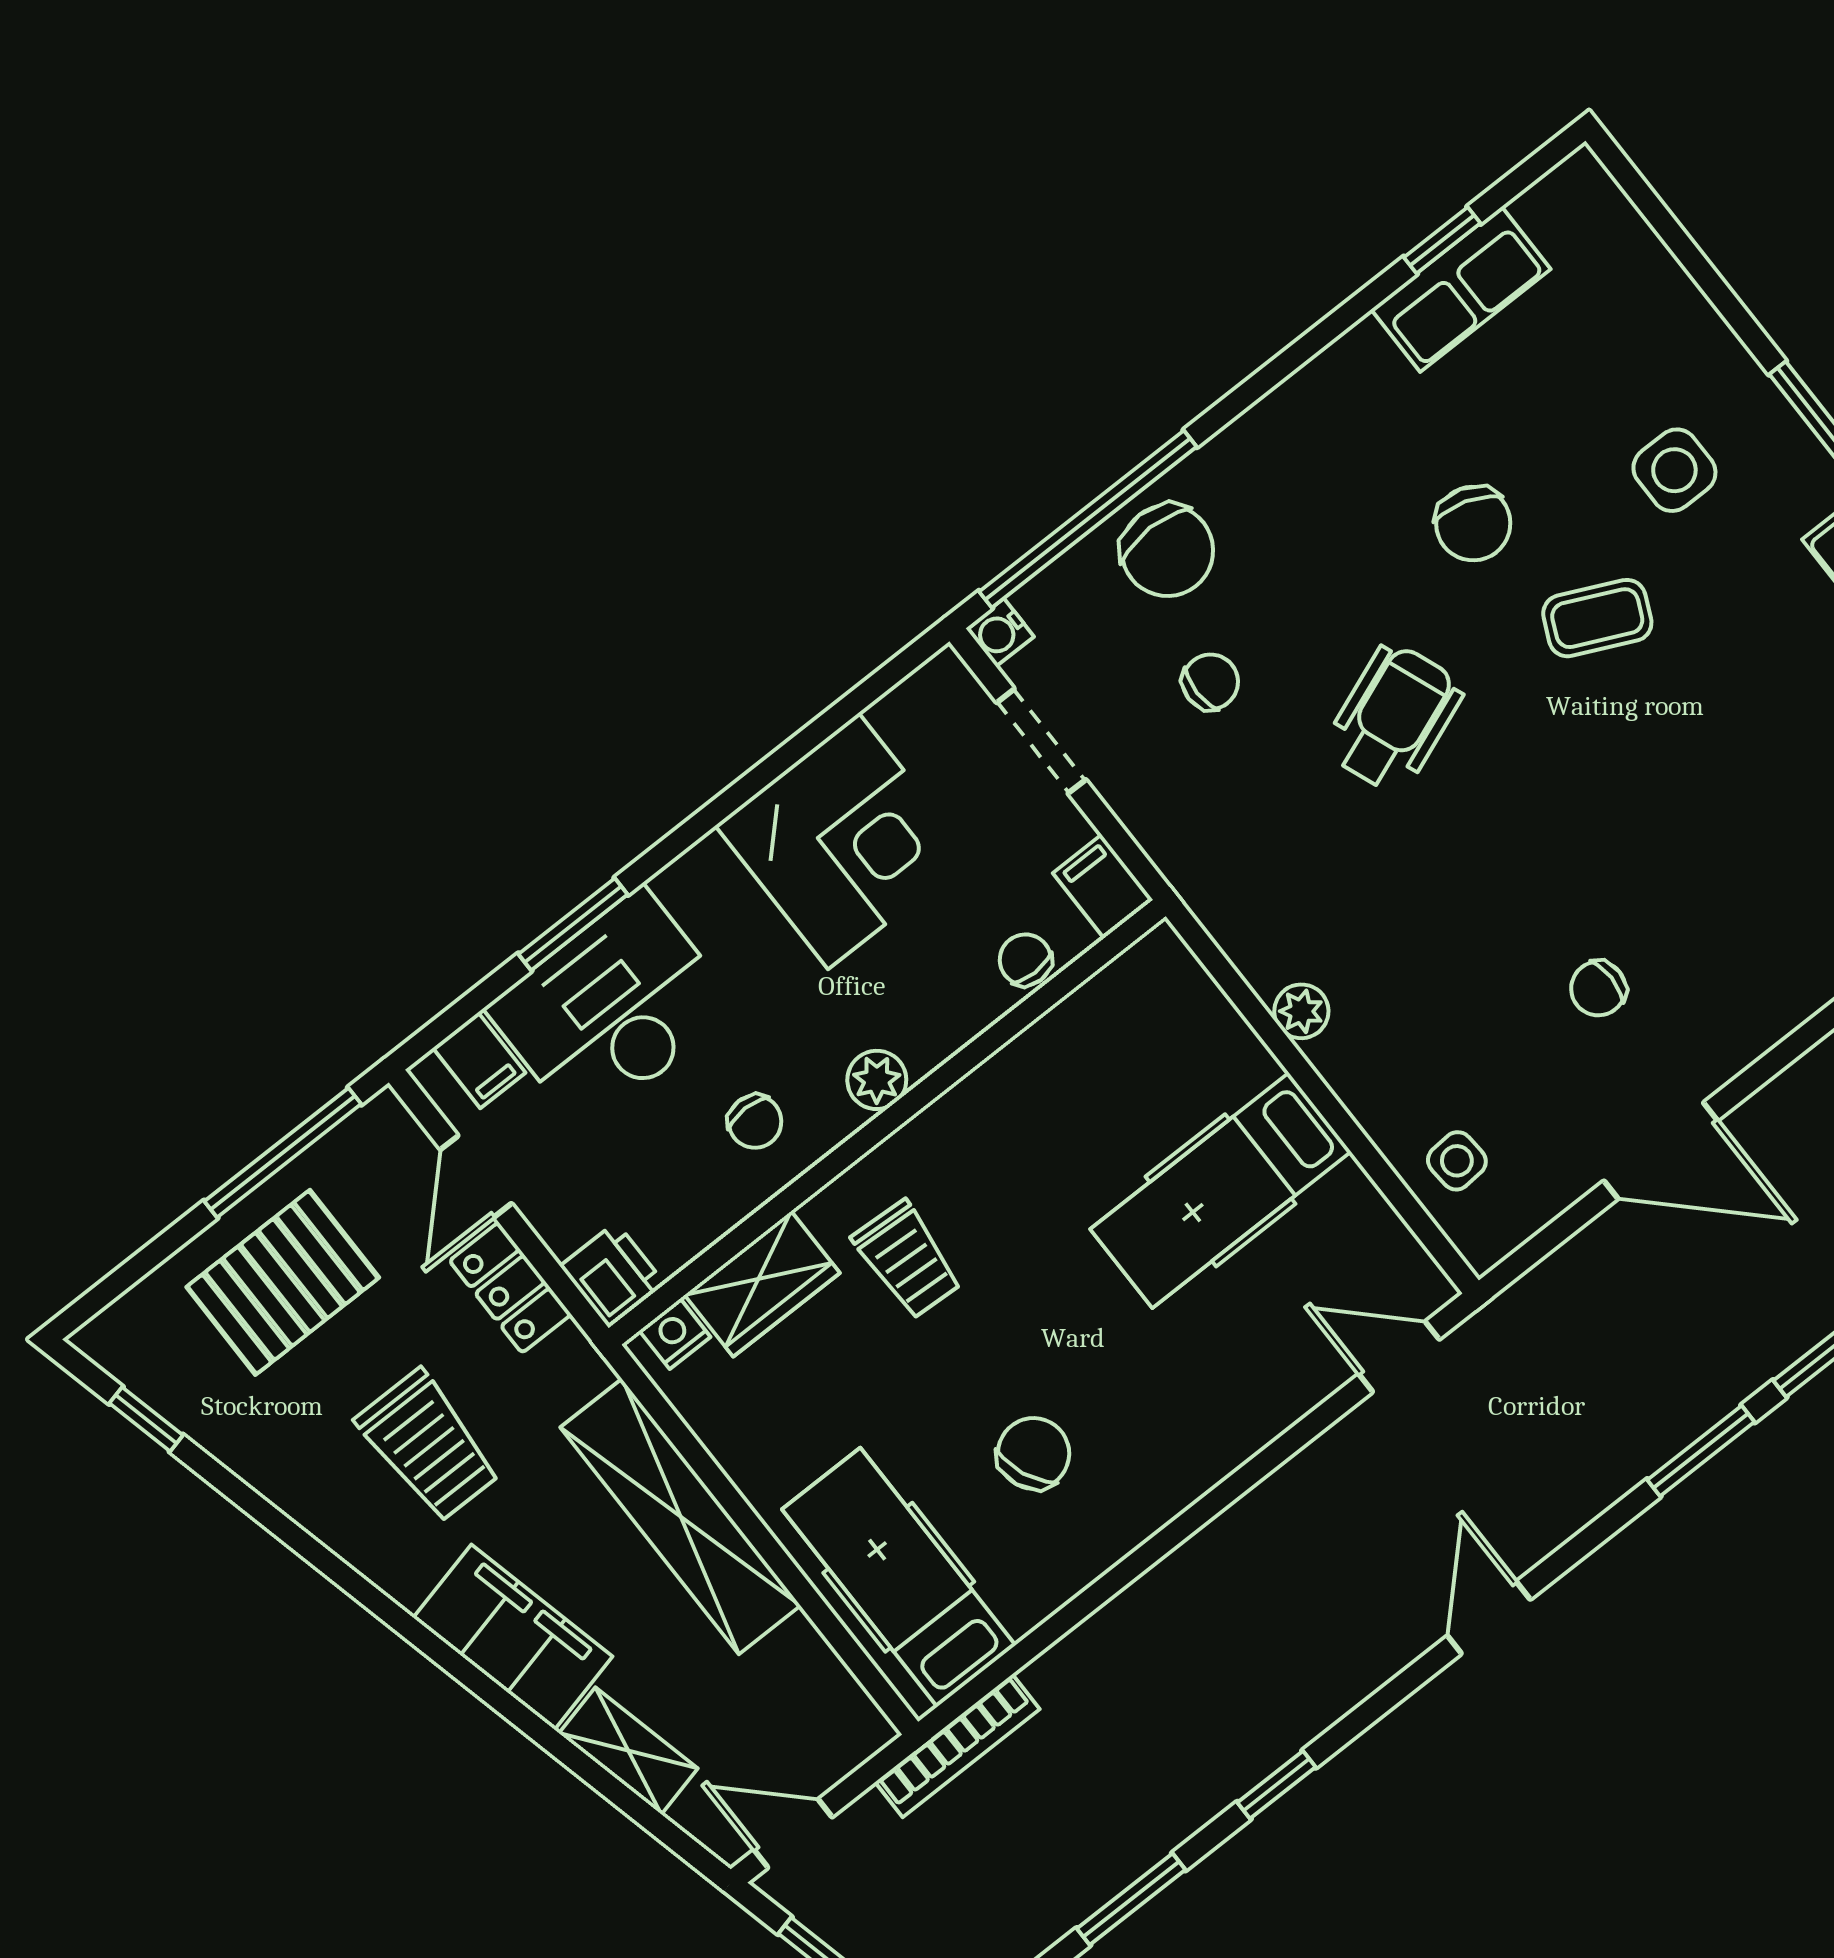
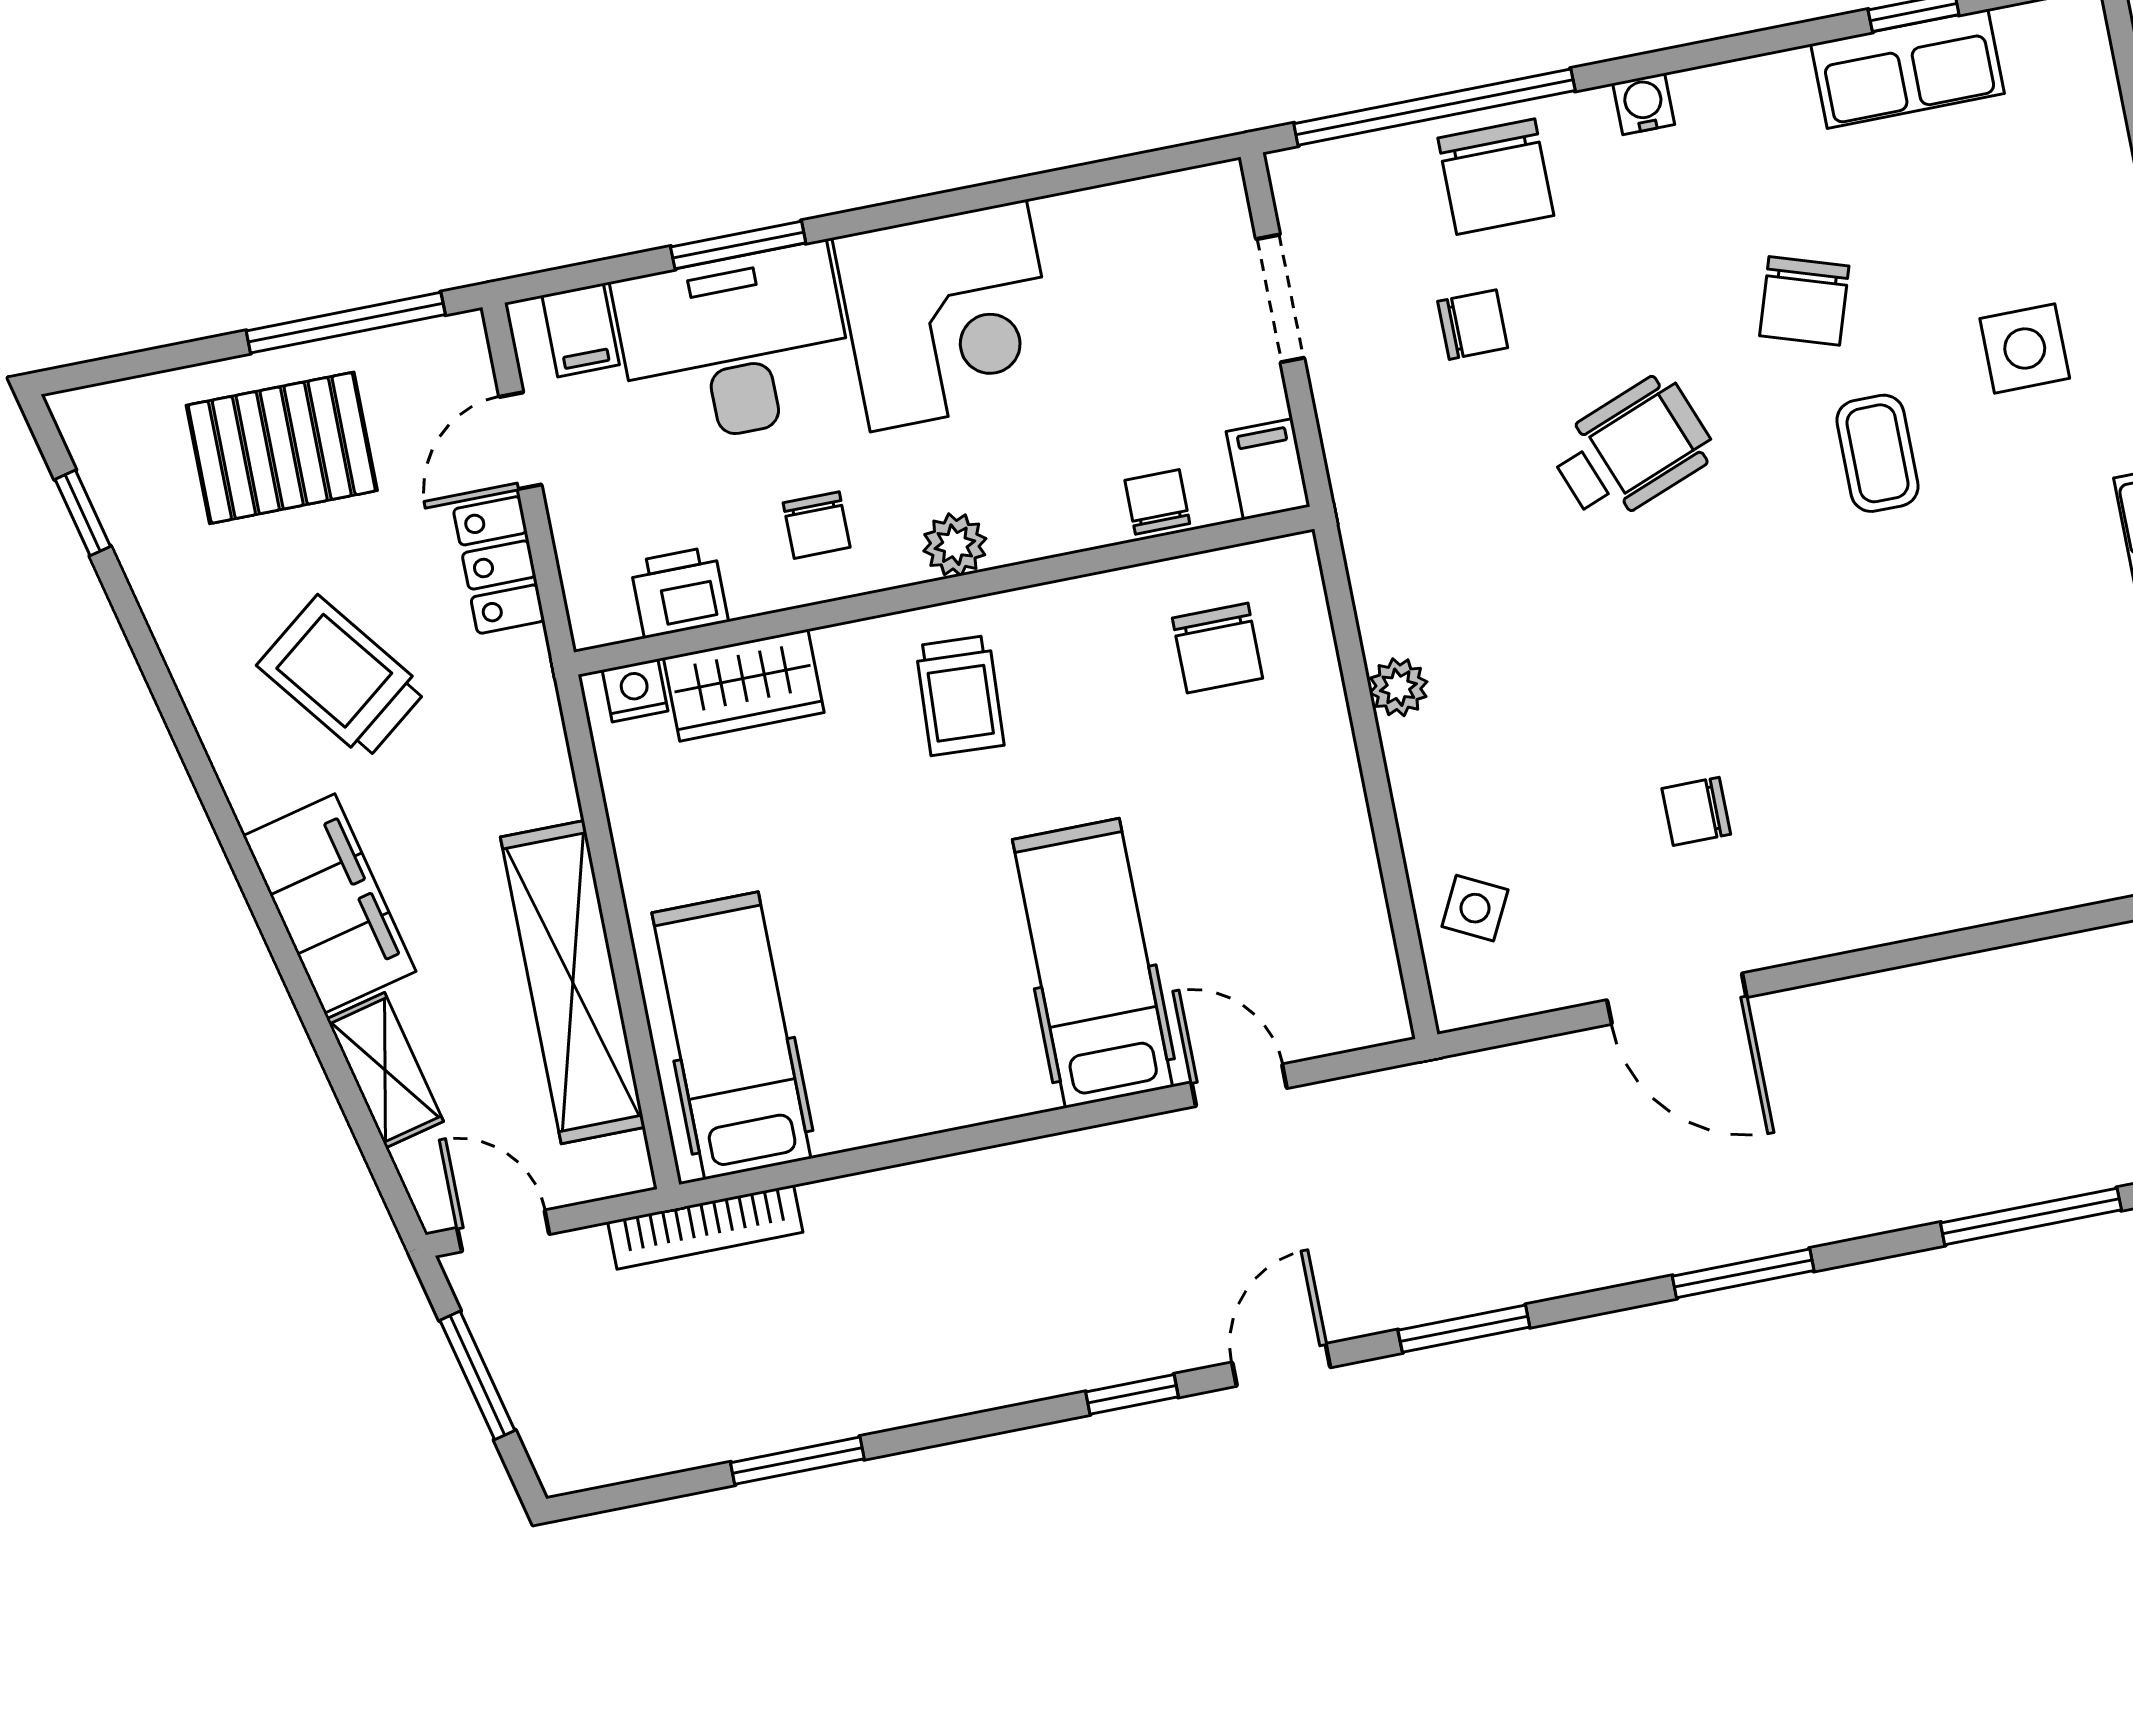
coffee table: (1597, 618) -> (1877, 453), turned 65
water cooler: (1000, 632) -> (1644, 104), moved, turned 90
corner desk: (843, 841) -> (948, 316), moved
side table: (1457, 1161) -> (1475, 908), turned 31
hospital bed: (1221, 1190) -> (1092, 963), moved, turned 90
trolley: (907, 1260) -> (960, 696), moved
printer: (612, 1275) -> (679, 592), moved, turned -90
door: (1399, 1357) -> (1239, 1085), moved
trolley: (428, 1446) -> (342, 677), turned 142
window: (1701, 1451) -> (1464, 1329), moved
chair: (1034, 1453) -> (1218, 648), moved, turned 113
shelving: (680, 1517) -> (573, 982), moved
window: (1277, 1785) -> (1132, 1394), moved

